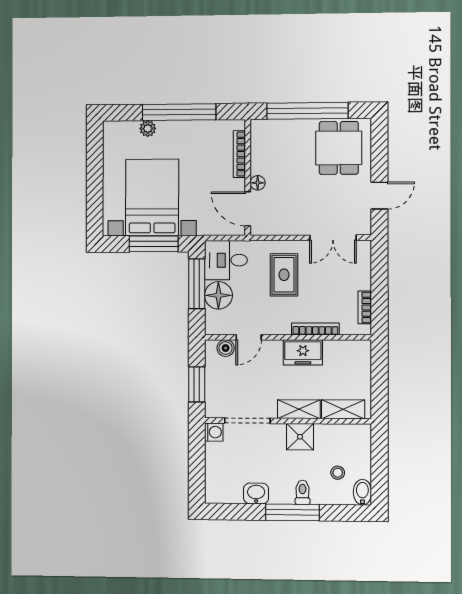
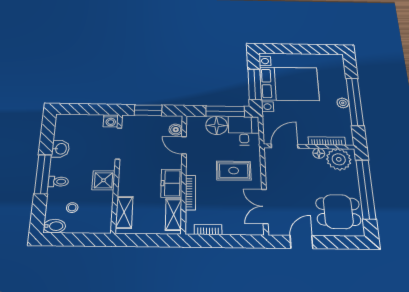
plant: (148, 129) -> (343, 103), moved
plant: (266, 141) -> (339, 159), added
floor lamp: (258, 183) -> (319, 153), moved
door: (379, 196) -> (302, 242), swing flipped
shelving: (299, 409) -> (173, 214), moved

